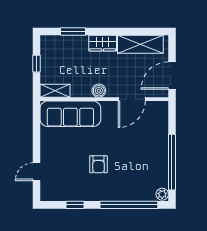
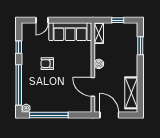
wardrobe: (103, 43) -> (132, 66), removed
sofa: (70, 114) -> (70, 32), moved, turned -90
door: (36, 172) -> (42, 20), swing flipped

